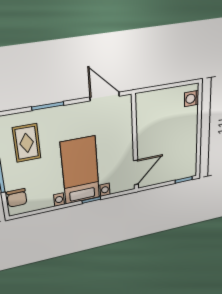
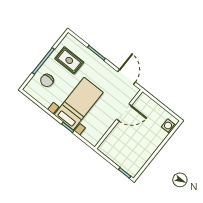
rug: (27, 143) -> (69, 60), turned 90
door: (136, 172) -> (124, 112), moved
chair: (17, 198) -> (47, 80), moved

